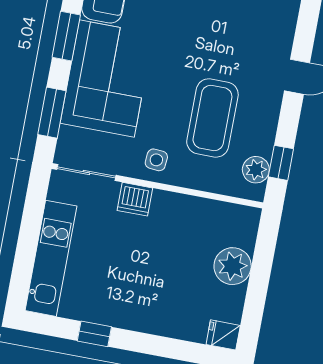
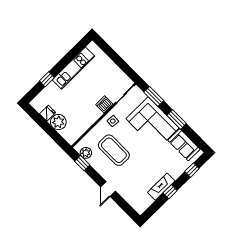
kitchen unit: (51, 258) -> (73, 68), moved, turned -90
window: (94, 334) -> (47, 79), moved
fridge: (223, 335) -> (48, 113), moved

